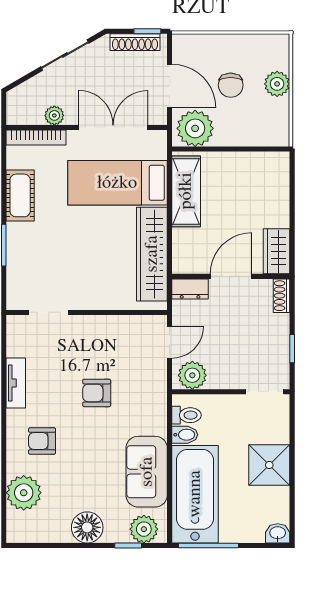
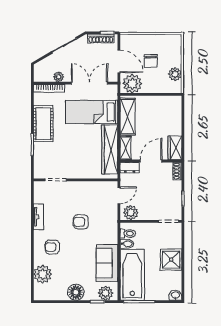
plant: (277, 84) -> (175, 74), moved
cot: (20, 195) -> (43, 124), width x1.37, depth x1.34
shelving: (182, 251) -> (126, 148), added

